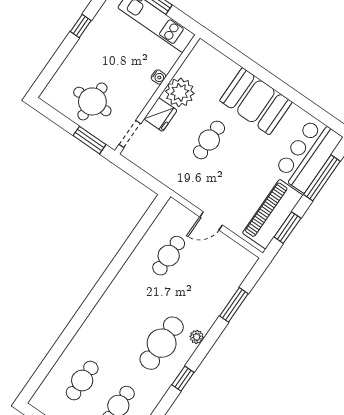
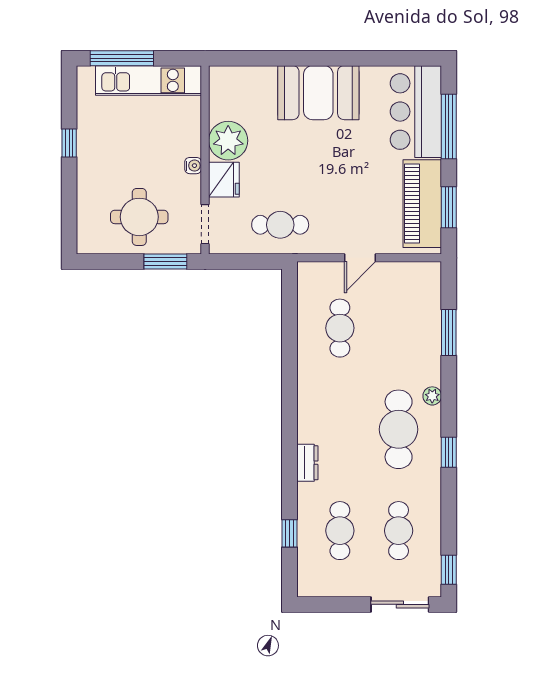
water cooler: (159, 77) -> (193, 166), moved
cafe table: (209, 140) -> (280, 225), moved, turned 90
dresser: (91, 325) -> (307, 463), added
window: (50, 361) -> (290, 533), added

